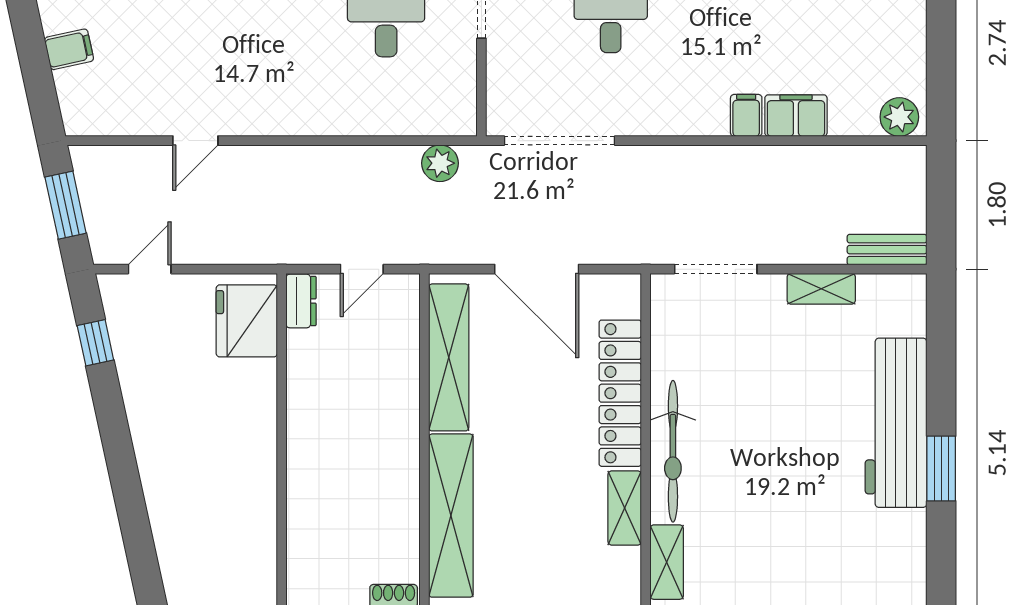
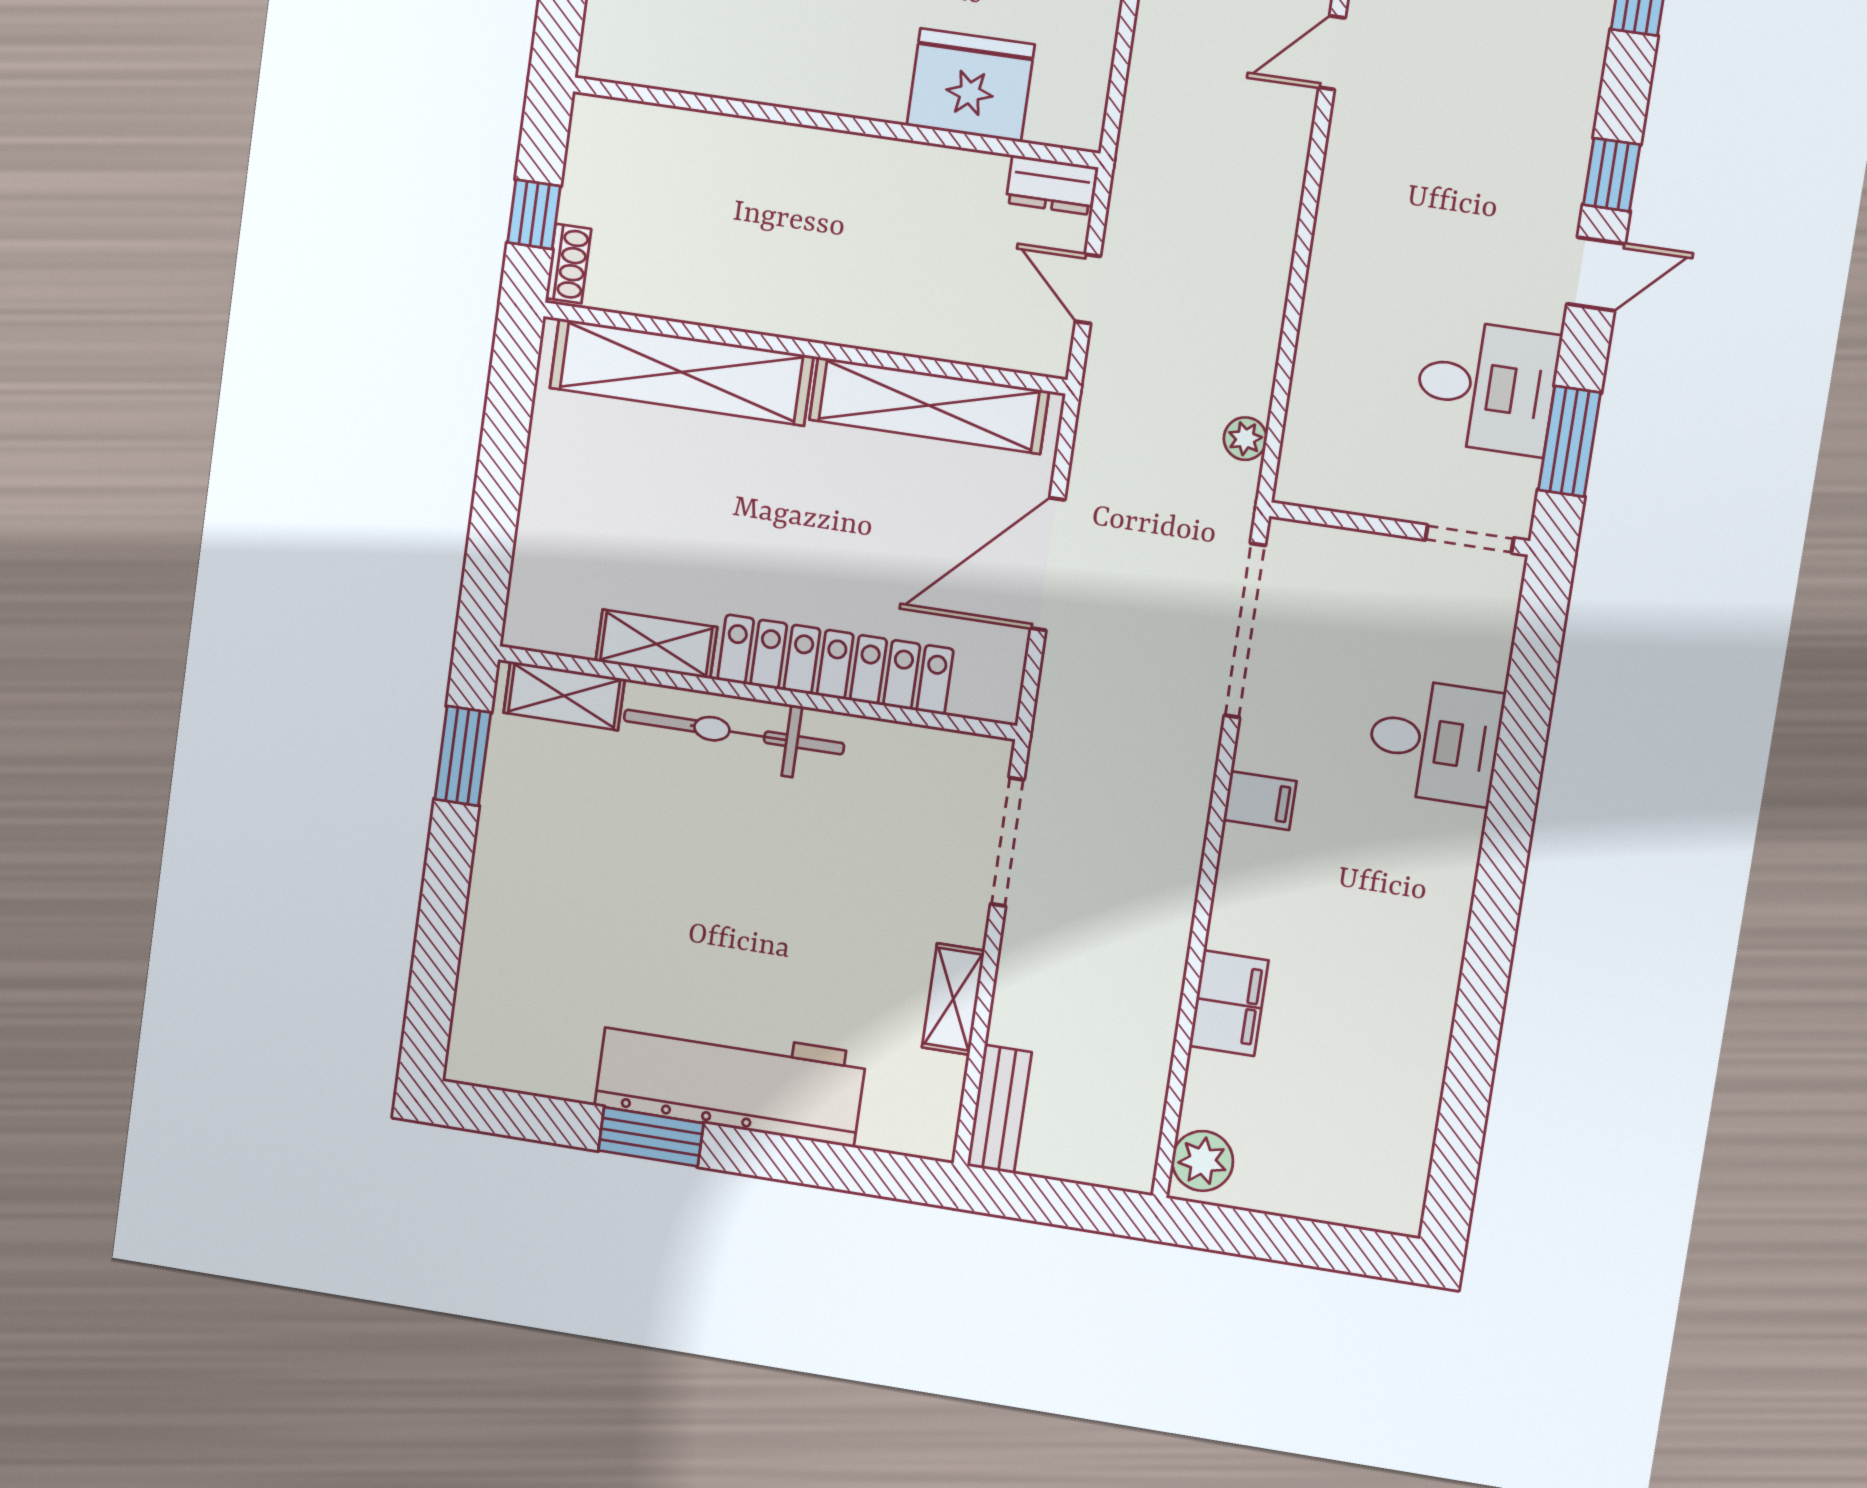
filing cabinet: (746, 115) -> (1260, 801), moved
door: (195, 141) -> (1332, 53), hinge flipped
plant: (440, 163) -> (1245, 439), width x0.73, depth x0.73
fridge: (247, 321) -> (971, 85), moved

